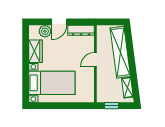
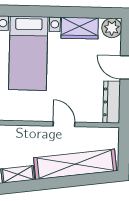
plant: (45, 31) -> (112, 28), moved

